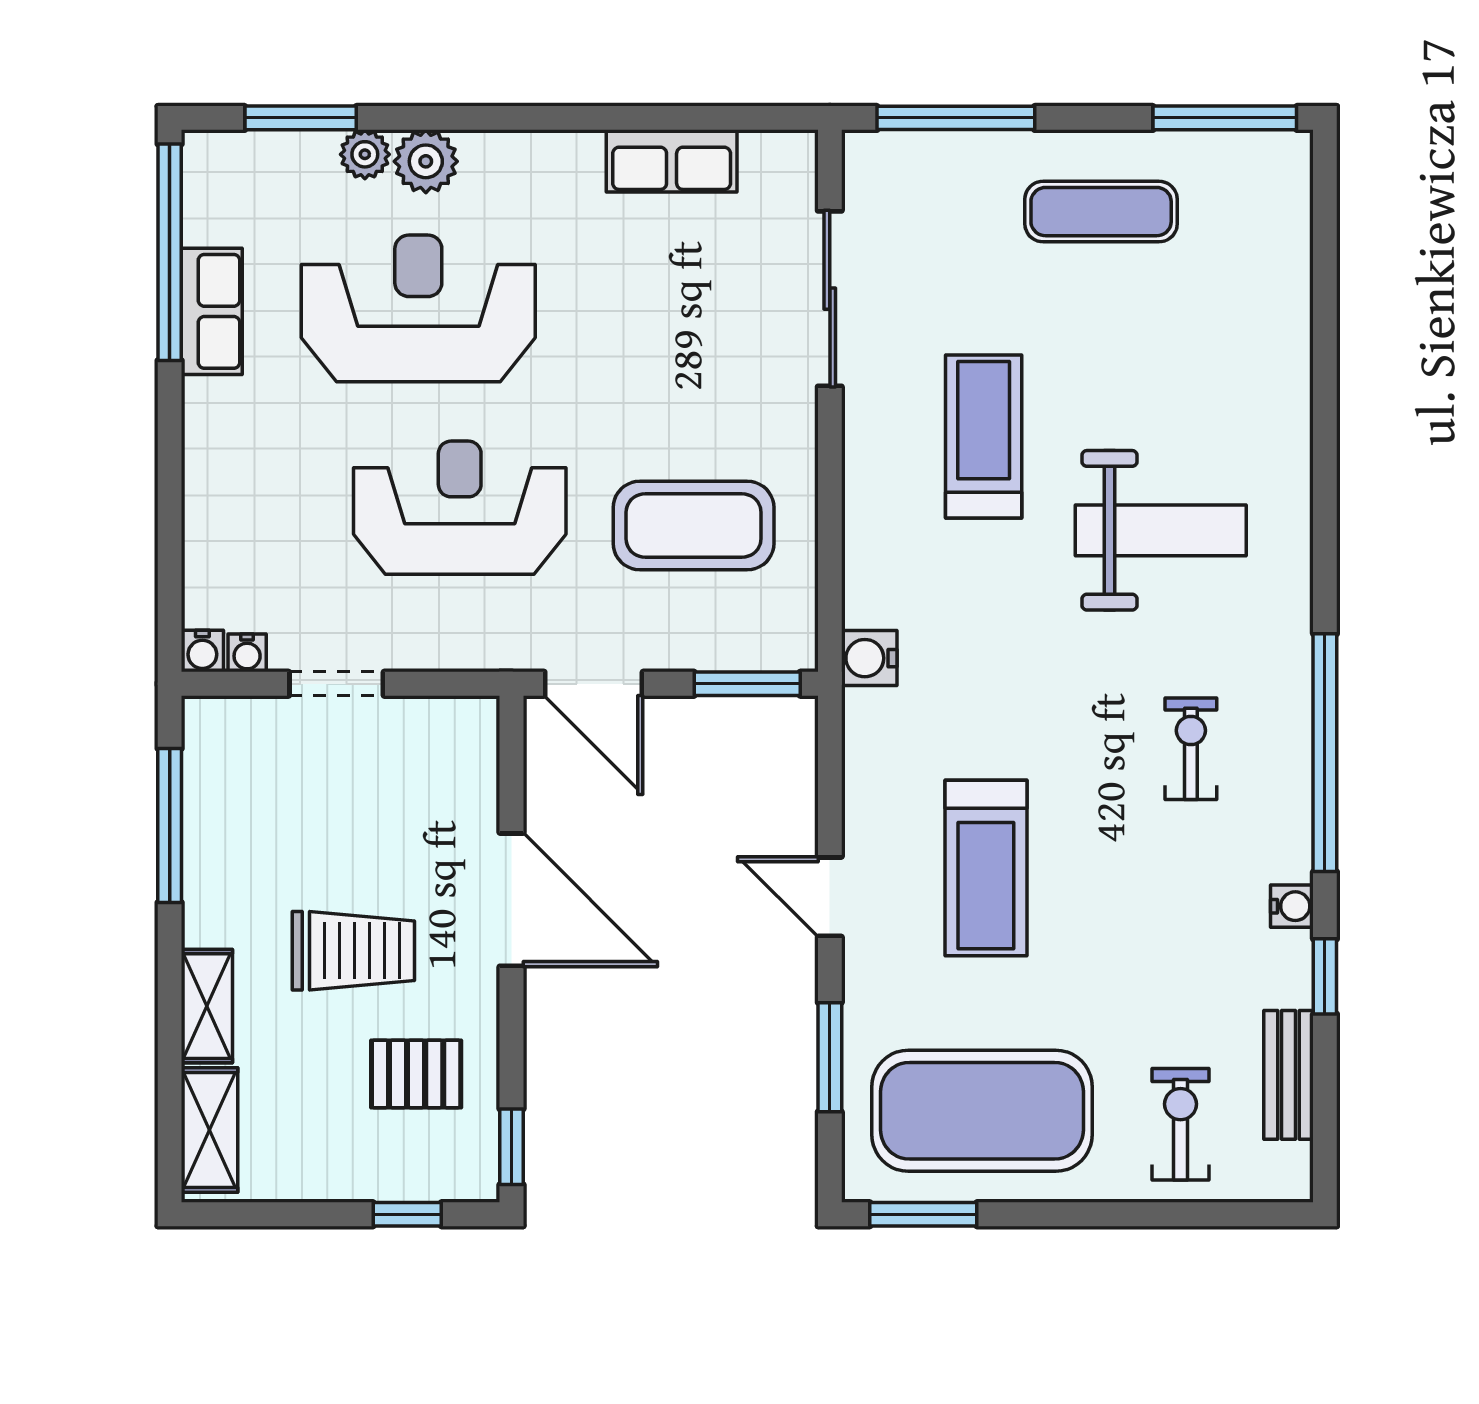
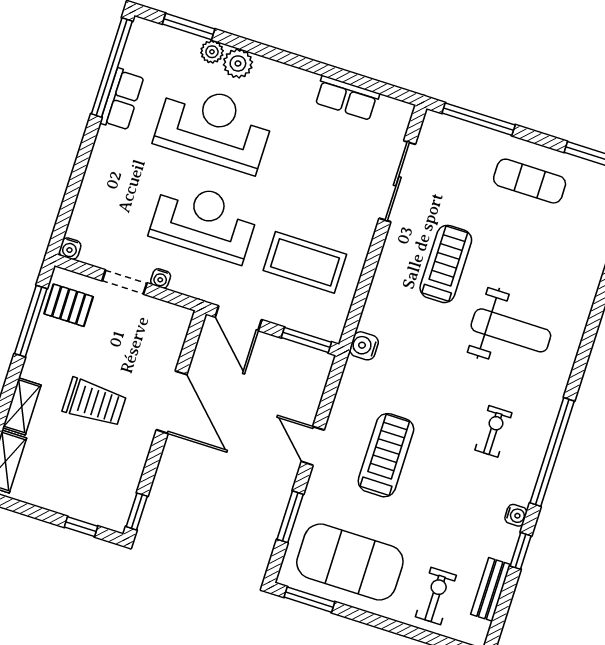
water cooler: (247, 653) -> (161, 278), moved
treadmill: (986, 868) -> (386, 455), turned 180
pallet: (416, 1074) -> (69, 305), moved

